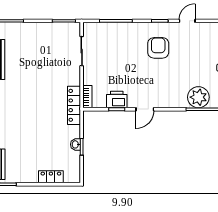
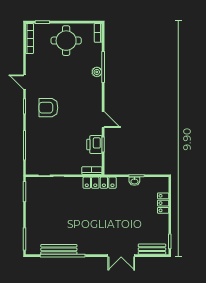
plant: (198, 97) -> (97, 72), width x0.53, depth x0.53

